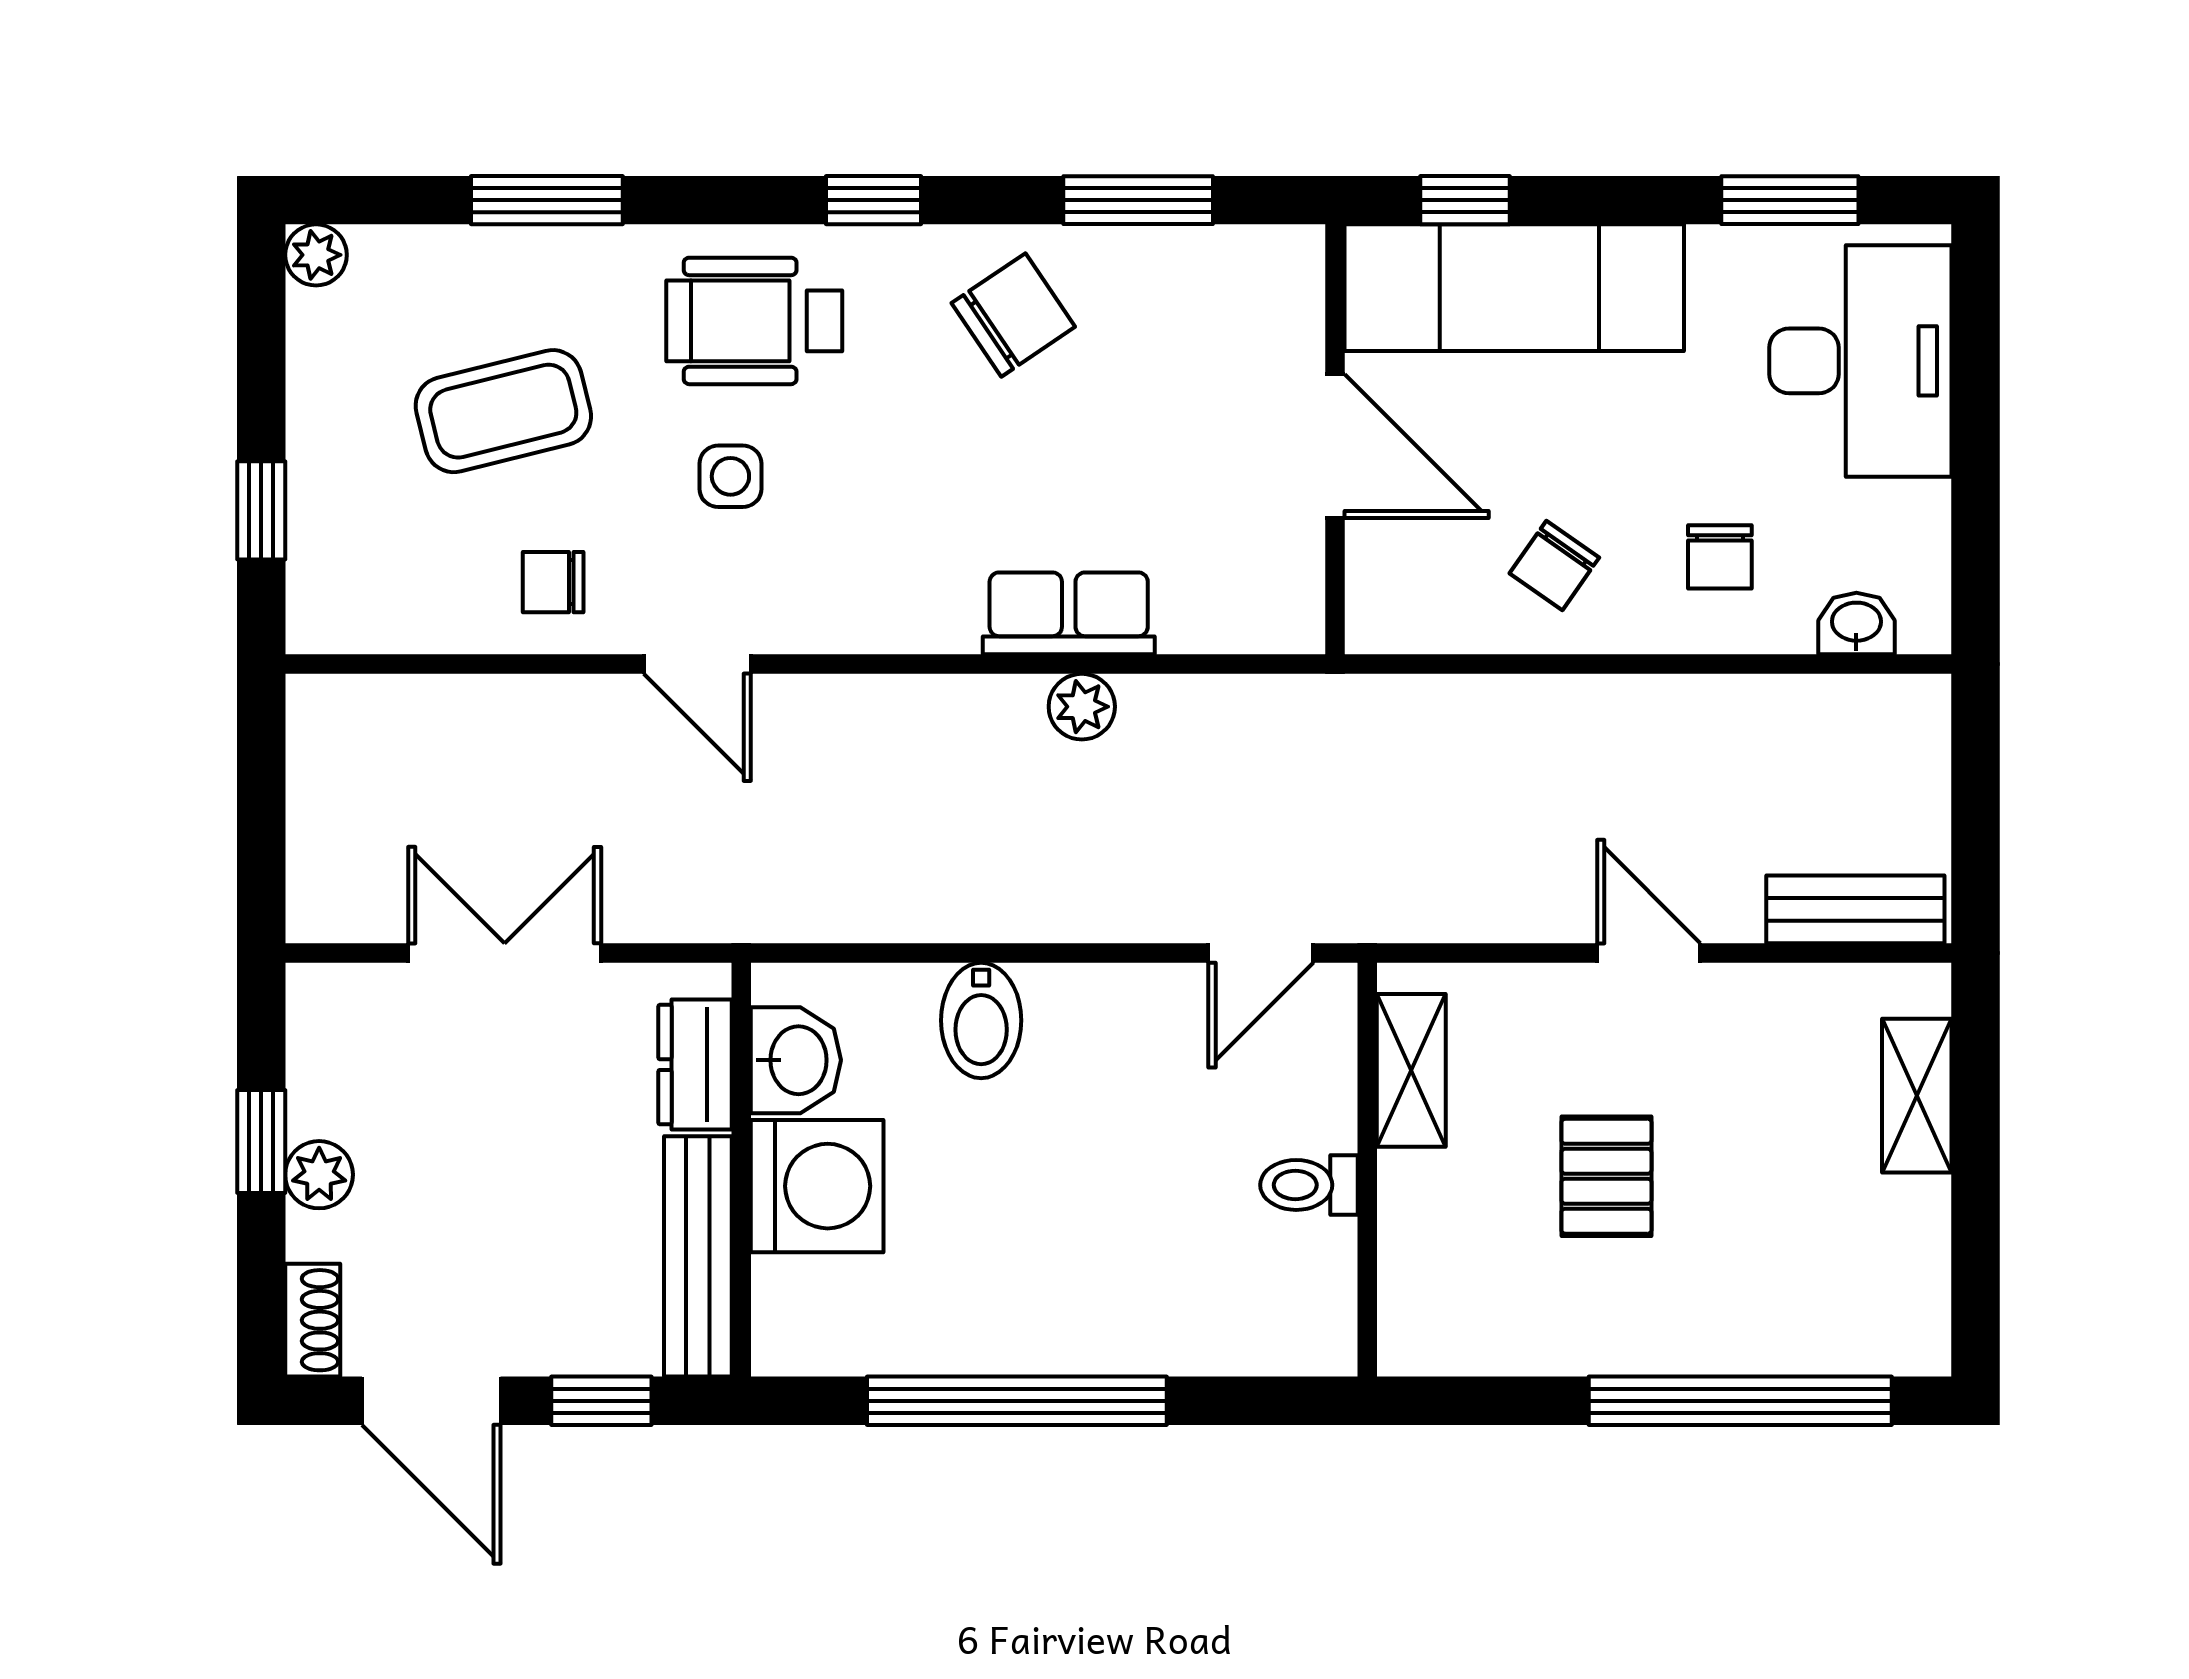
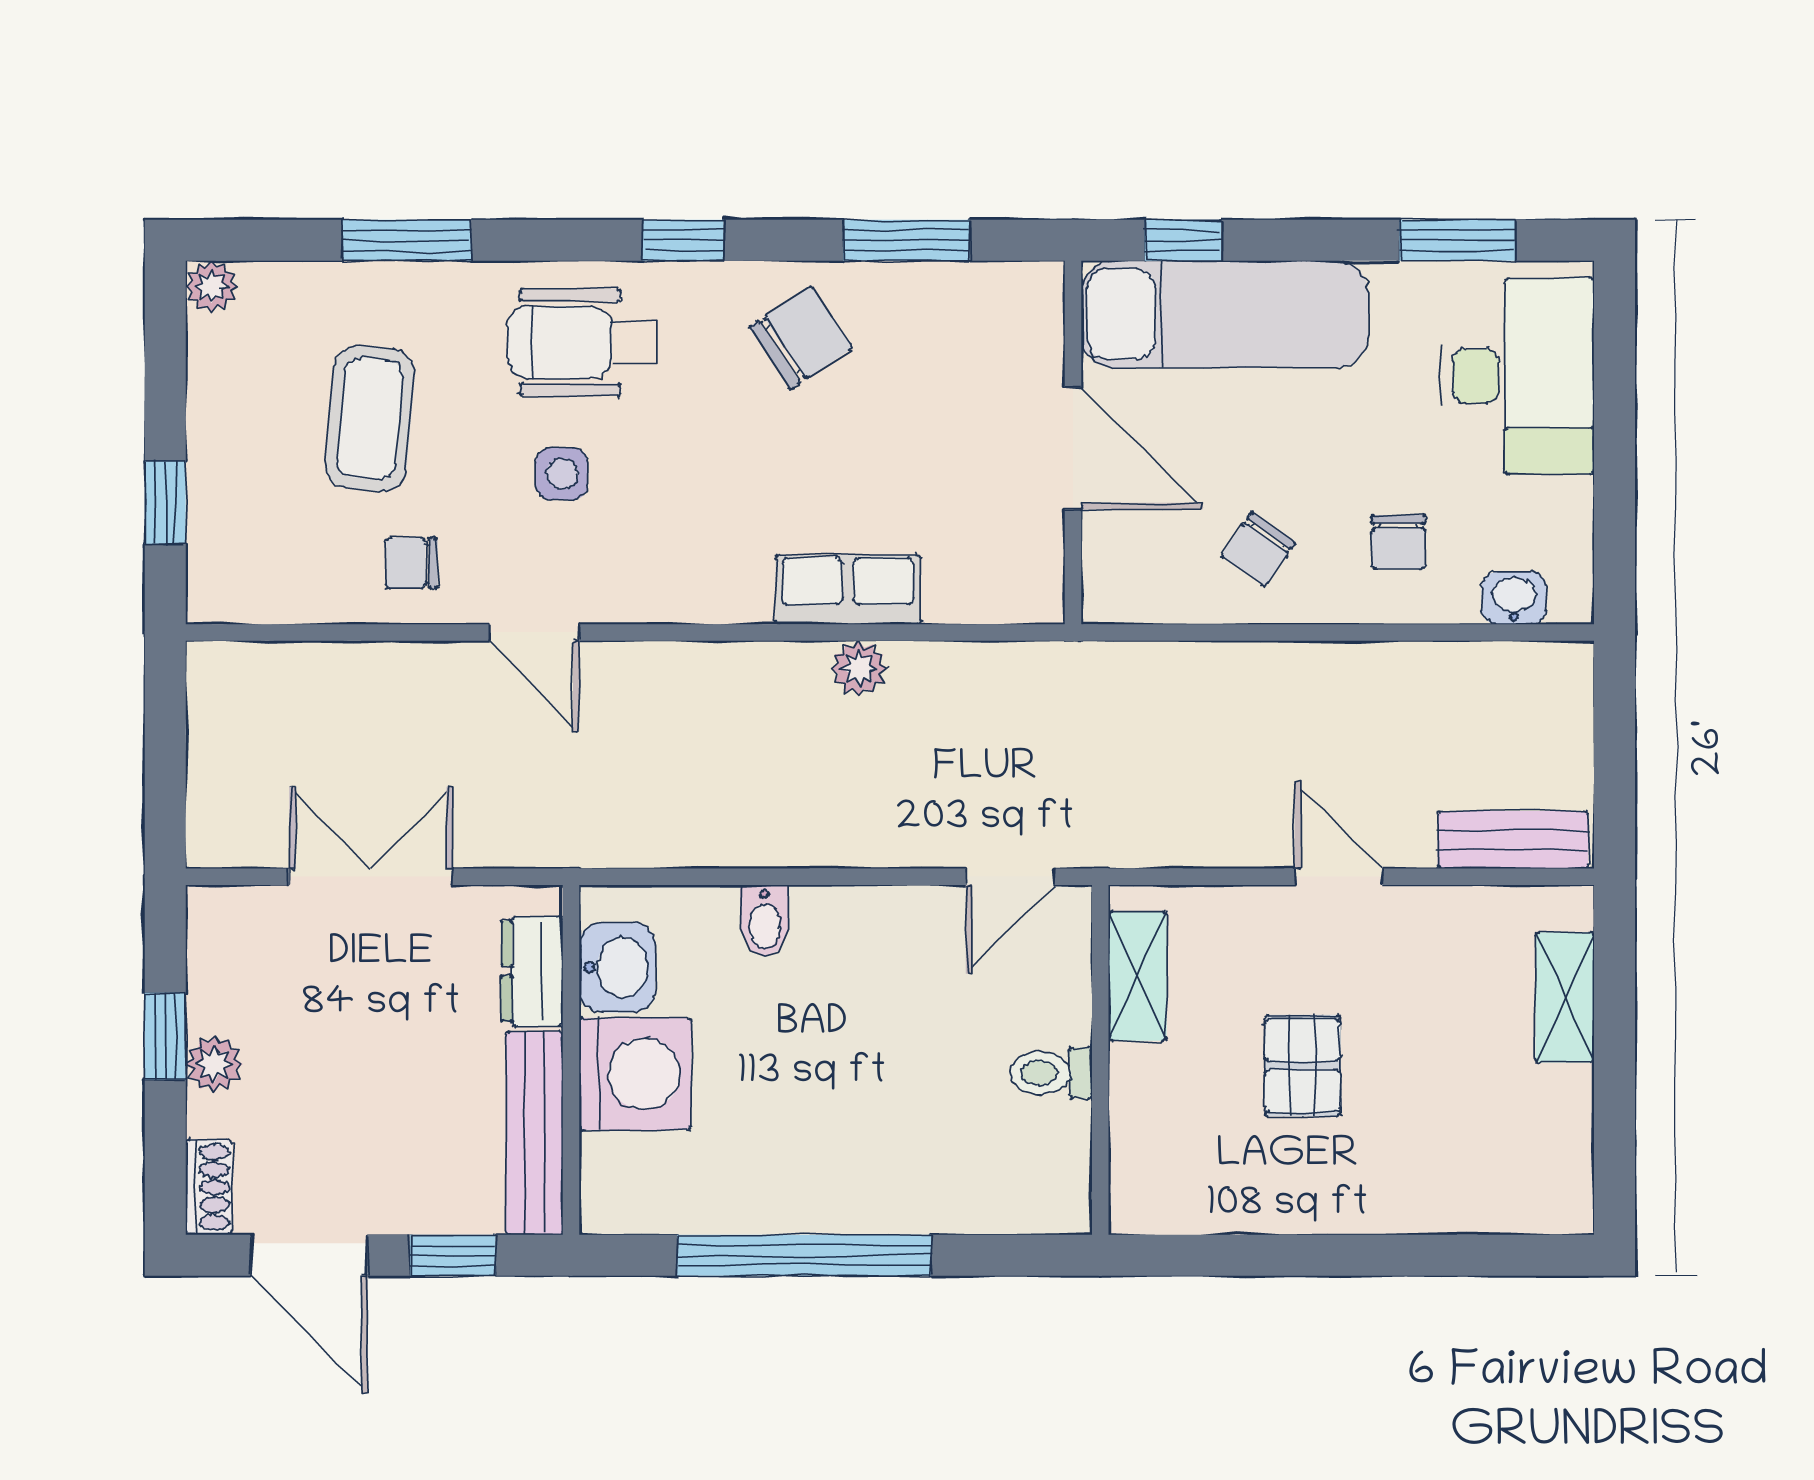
coffee table: (503, 411) -> (370, 419), turned -71
bidet: (981, 1020) -> (764, 921), width x0.72, depth x0.74
window: (1740, 1401) -> (1416, 1255), removed

